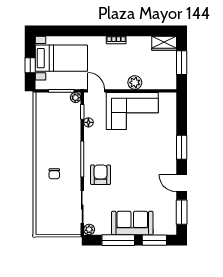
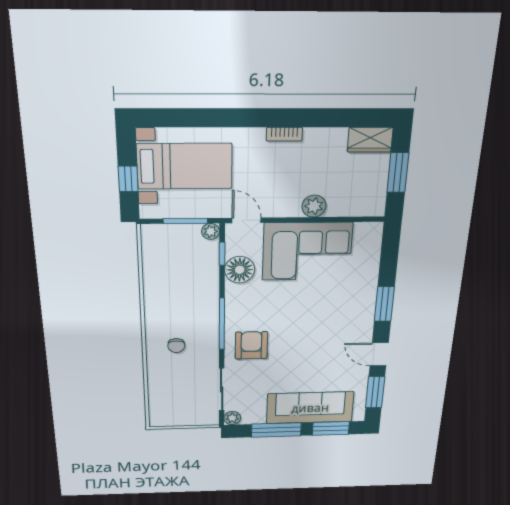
floor lamp: (88, 122) -> (240, 270), width x1.89, depth x1.89
sofa: (132, 223) -> (310, 408), width x1.36

